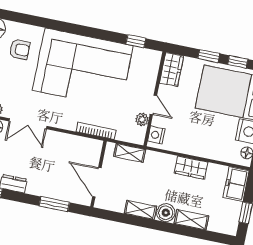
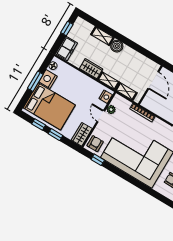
armchair: (148, 63) -> (95, 144), added
shelving: (140, 210) -> (108, 81), moved

